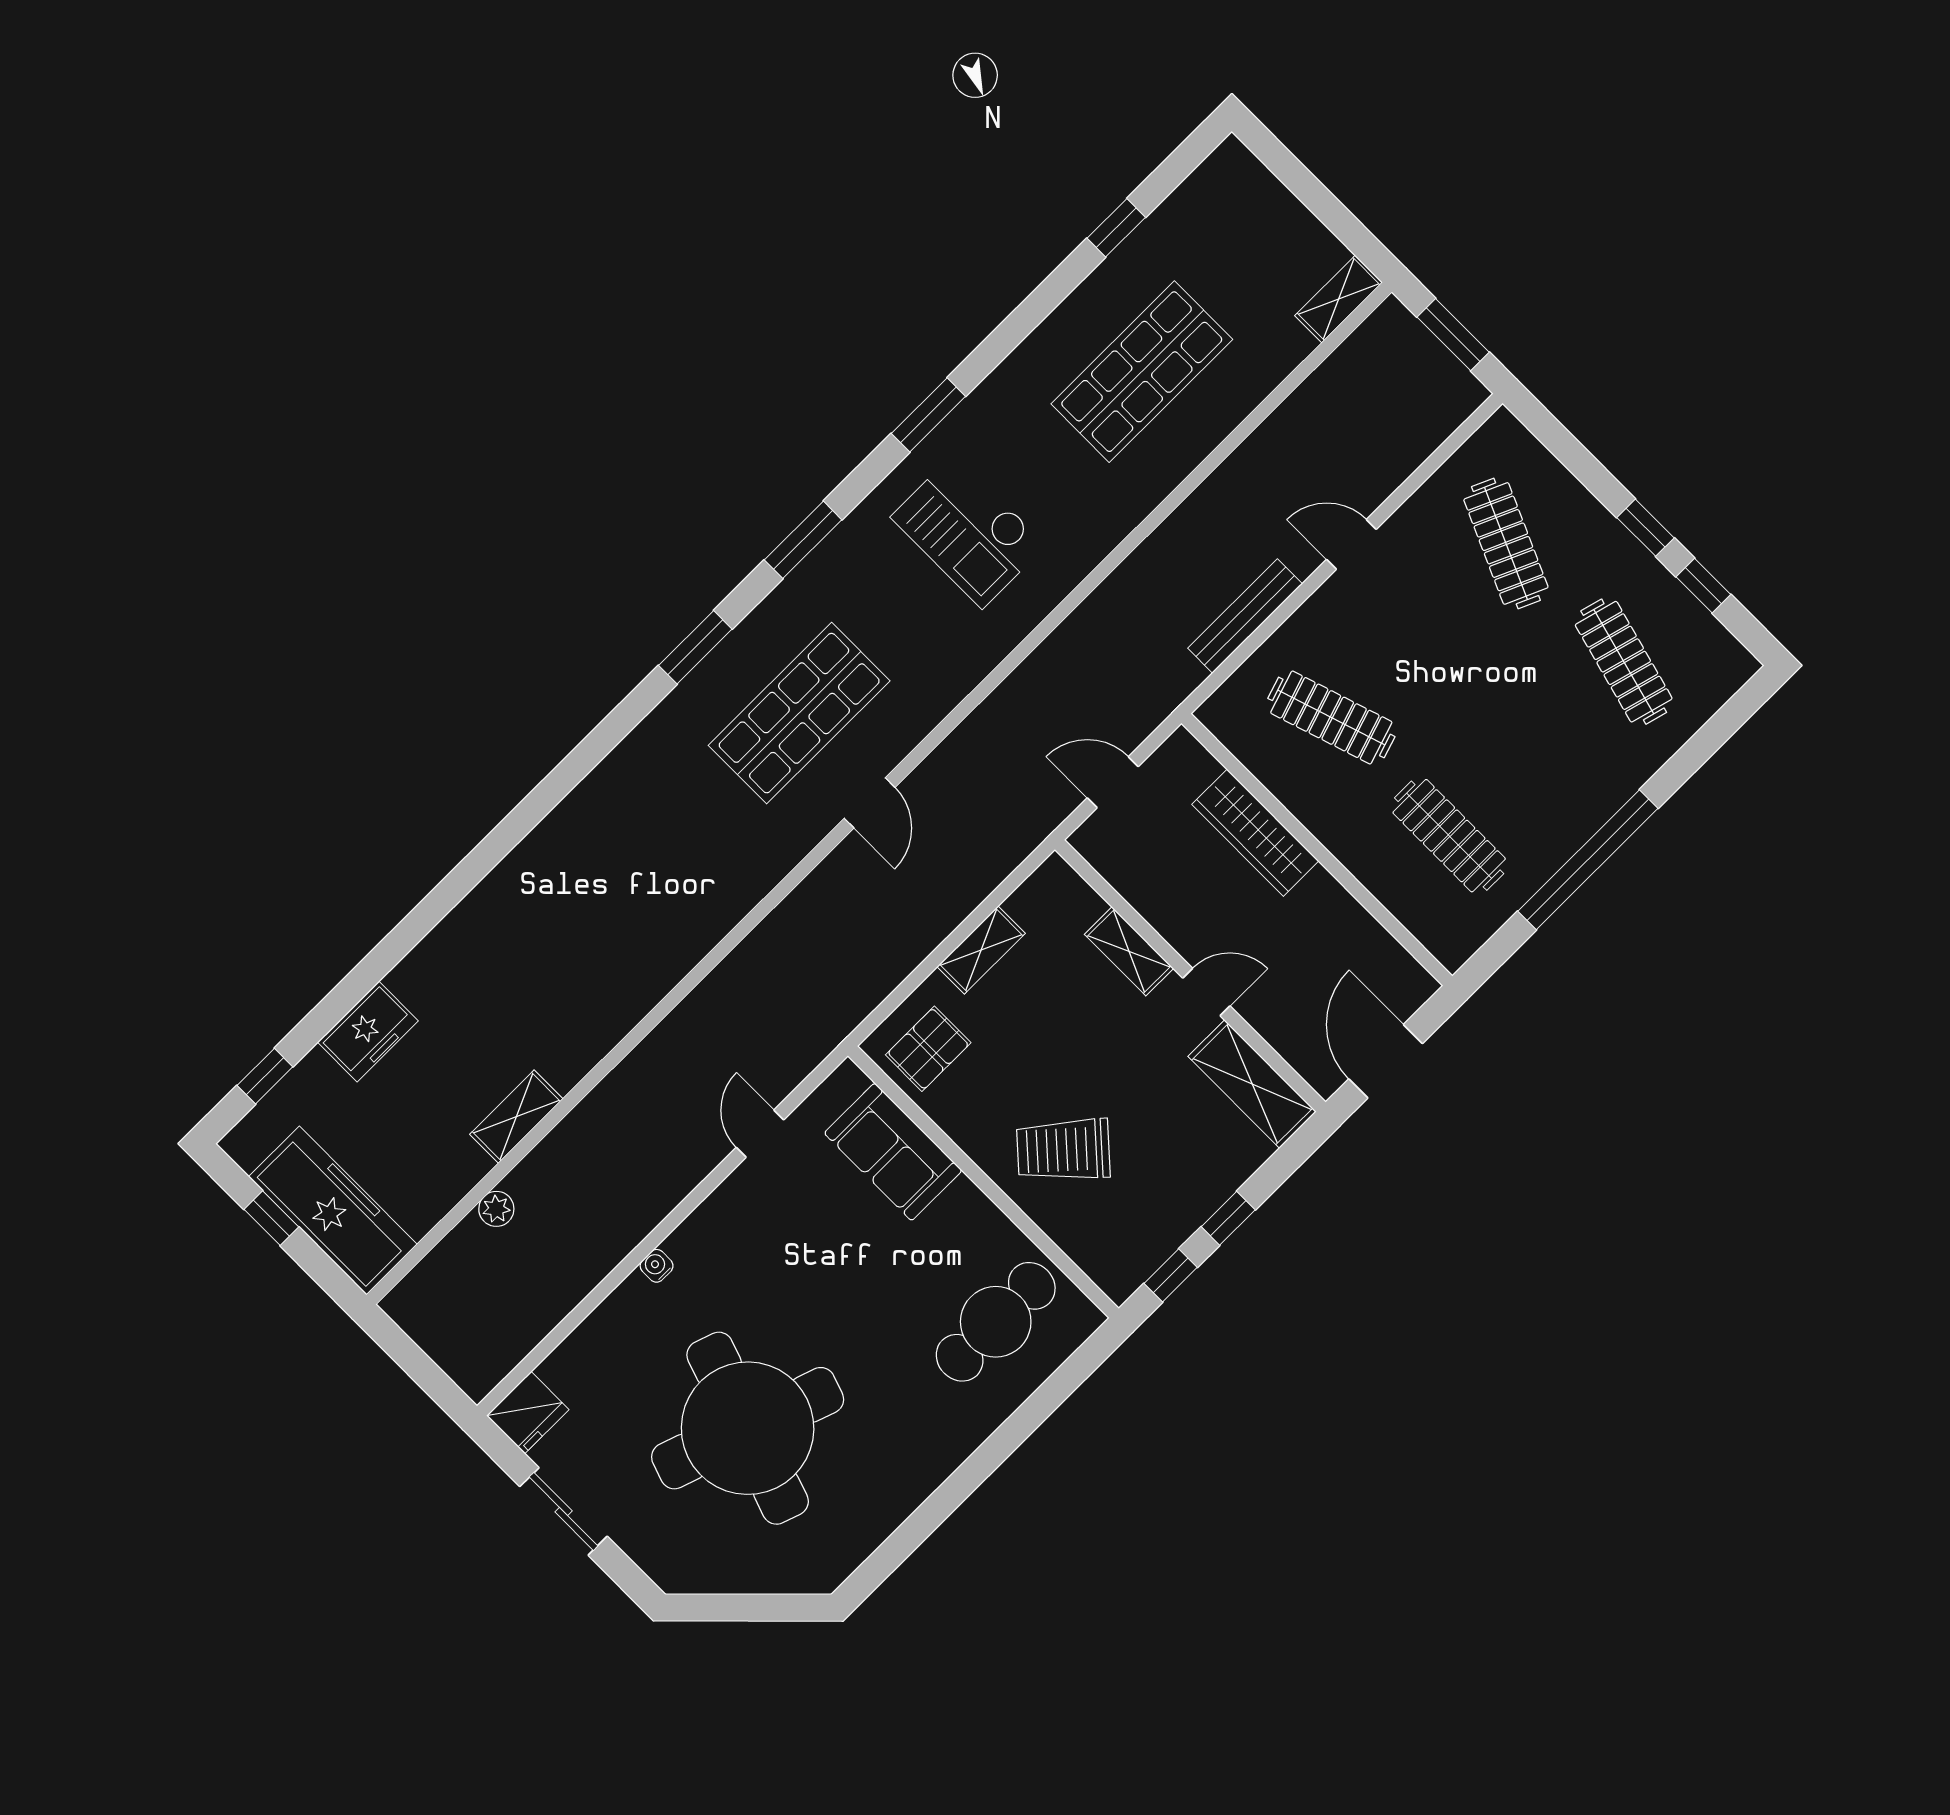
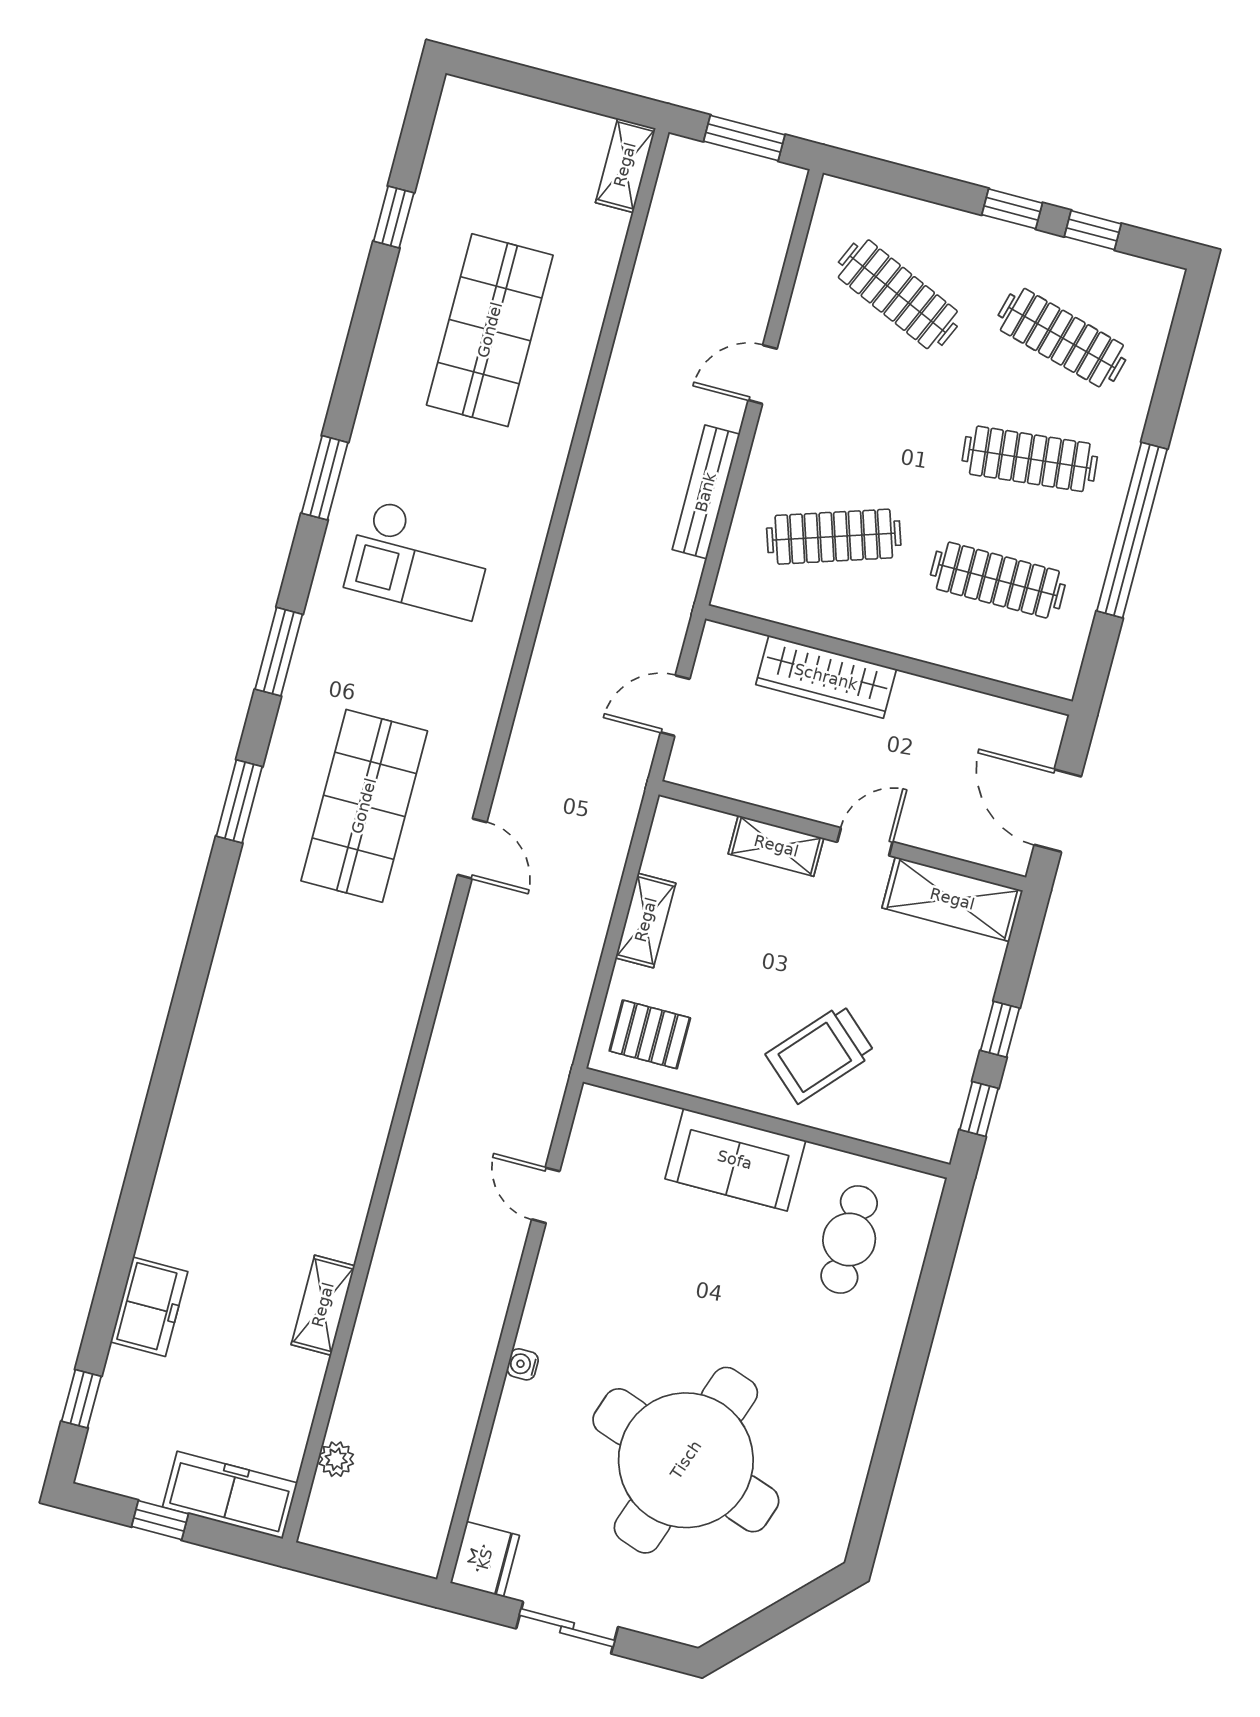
clothes rail: (1536, 749) -> (1030, 459), added
pallet: (928, 1049) -> (650, 1034), turned 90
sofa: (893, 1152) -> (735, 1160), moved
plant: (496, 1209) -> (336, 1459), moved
freezer: (333, 1211) -> (230, 1495), width x0.73, depth x0.79
cafe table: (996, 1322) -> (849, 1239), width x0.73, depth x0.74

